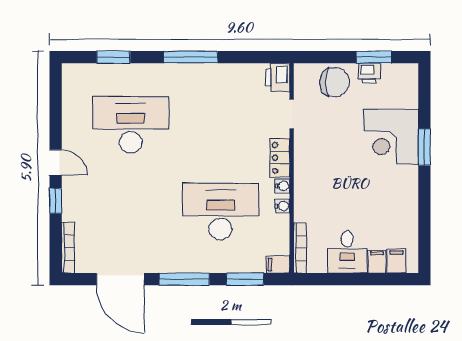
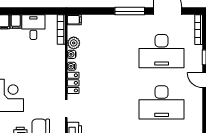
desk: (220, 211) -> (162, 51), moved
plant: (279, 225) -> (74, 43), added
window: (245, 279) -> (94, 11), removed

